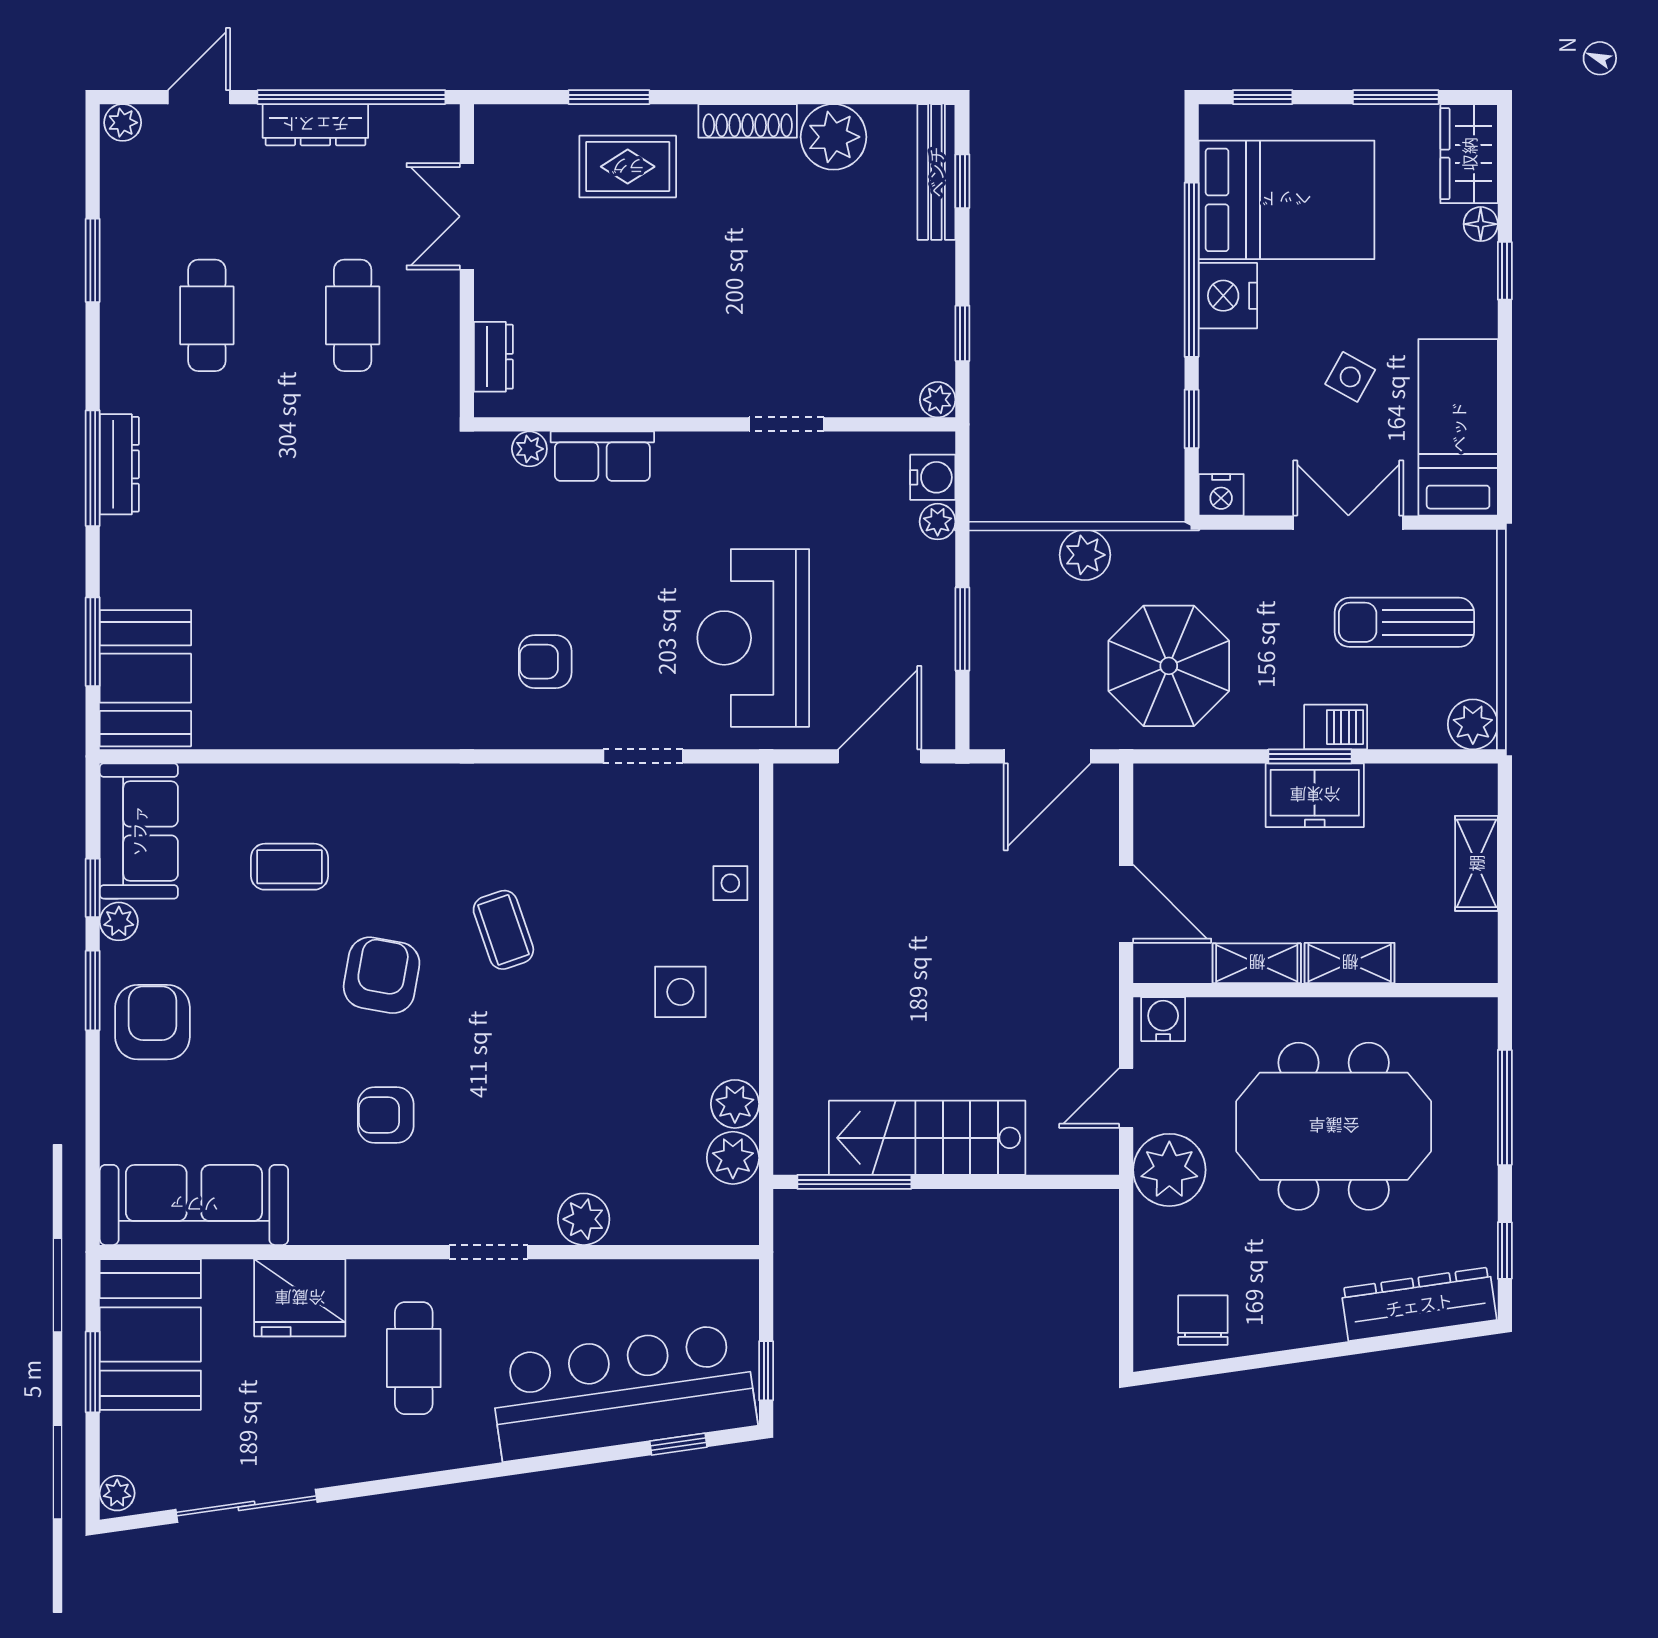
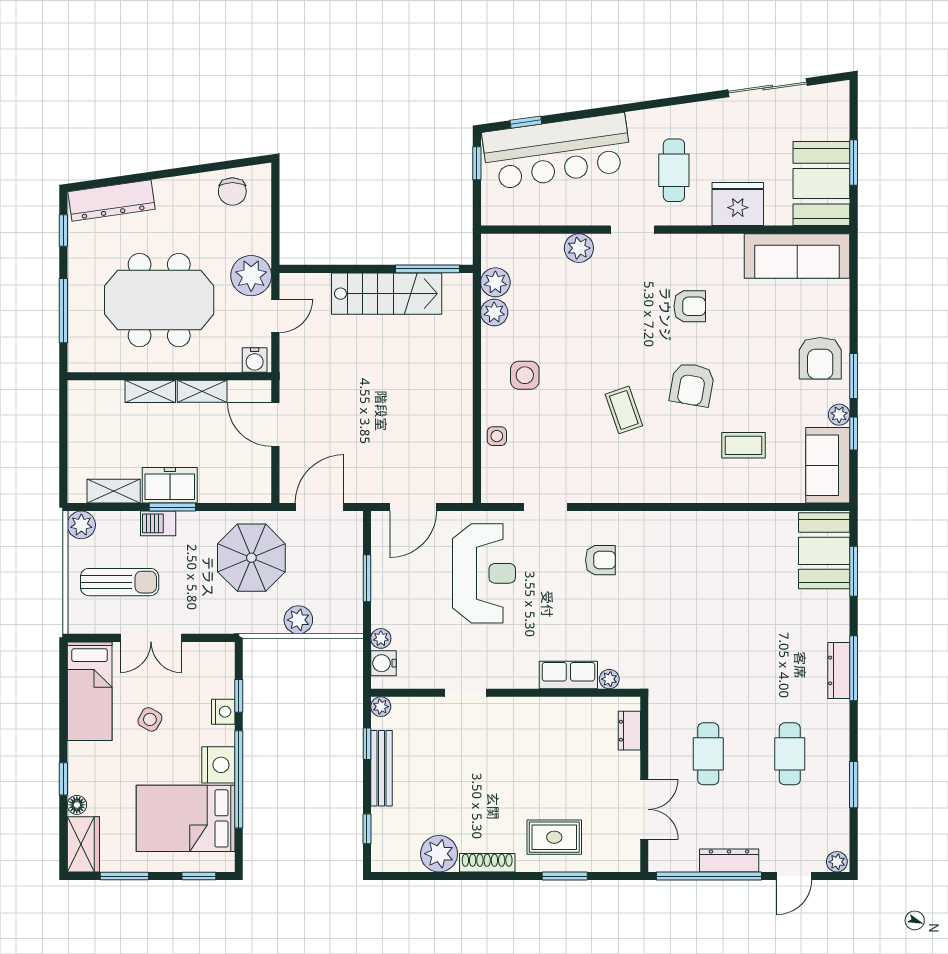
bench: (936, 172) -> (381, 768), moved
nightstand: (1221, 495) -> (223, 712), moved, turned 90
shelving: (1476, 863) -> (114, 491), moved, turned 90
plant: (117, 1493) -> (840, 95), removed

